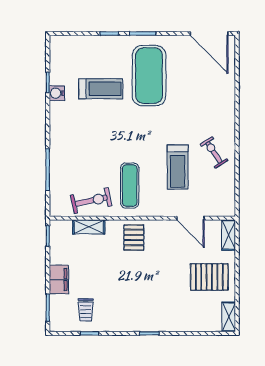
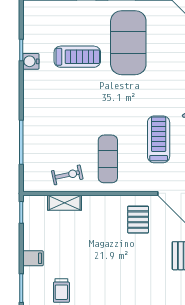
treadmill: (178, 167) -> (159, 139), turned 180
exercise bike: (91, 201) -> (67, 175), width x0.73, depth x0.72
pallet: (134, 237) -> (138, 220), moved
filing cabinet: (59, 279) -> (33, 258), width x0.50

